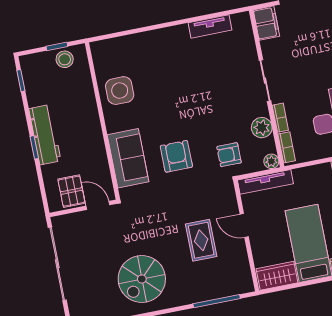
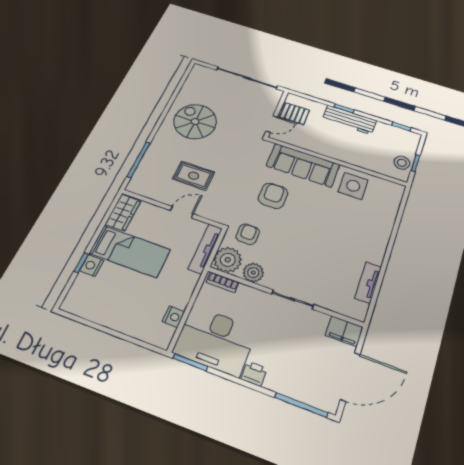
bookcase: (280, 118) -> (252, 293), removed
armchair: (176, 156) -> (273, 196), turned -90
sofa: (128, 158) -> (303, 165), width x1.36
plant: (271, 161) -> (228, 260), width x1.87, depth x1.87

